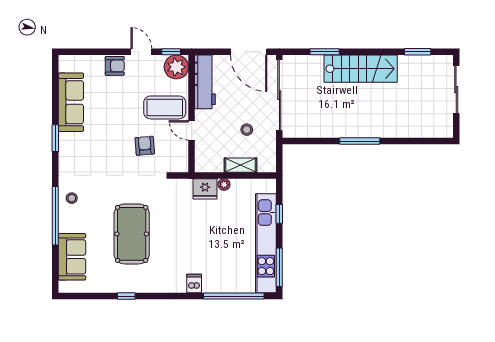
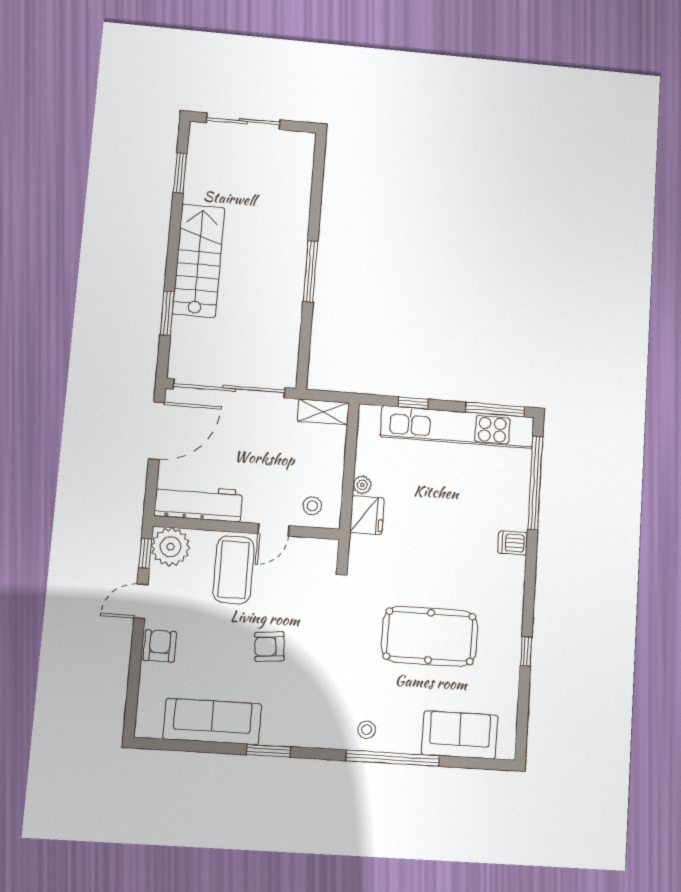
stool: (247, 130) -> (312, 506), moved
armchair: (145, 146) -> (269, 647), moved
shelving: (240, 165) -> (323, 412), moved, turned 90

